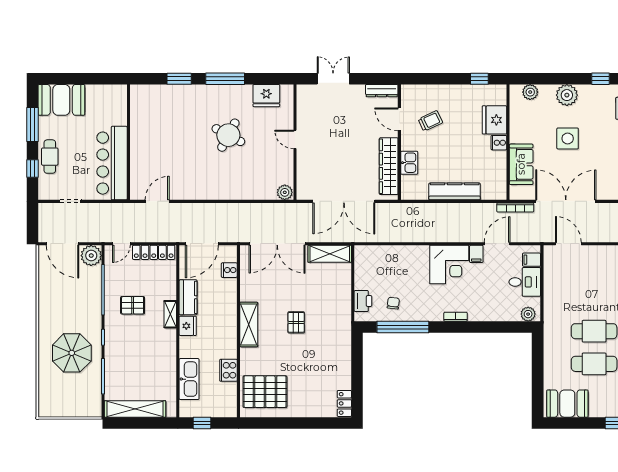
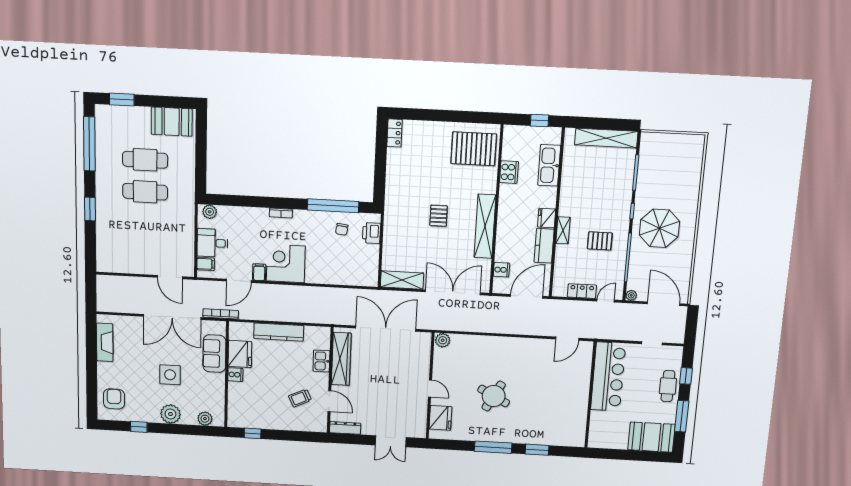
fridge: (266, 96) -> (440, 418), moved, turned 90
fridge: (494, 120) -> (240, 354), moved
locker: (154, 252) -> (582, 291), width x0.66
plant: (91, 256) -> (631, 295), width x0.53, depth x0.53
shelving: (249, 324) -> (485, 226), width x1.47
parasol: (72, 353) -> (659, 228), moved

